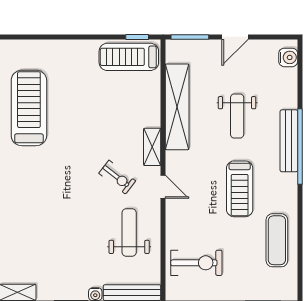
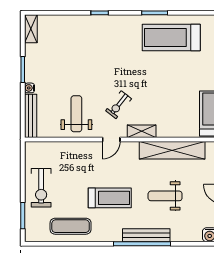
treadmill: (29, 108) -> (171, 37), turned 180
treadmill: (240, 189) -> (110, 198), turned 180
weight bench: (129, 233) -> (76, 114), turned -90
exercise bike: (196, 263) -> (41, 188), moved

